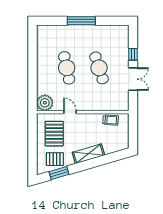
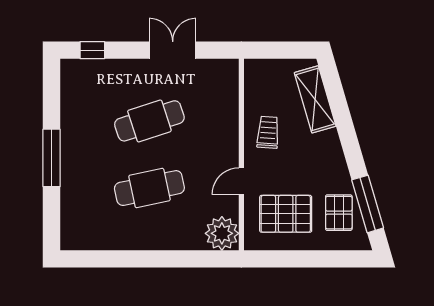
window: (133, 54) -> (92, 50), moved
trolley: (111, 120) -> (268, 132), moved
shelving: (88, 154) -> (315, 99), moved
window: (59, 173) -> (368, 204), width x1.44

